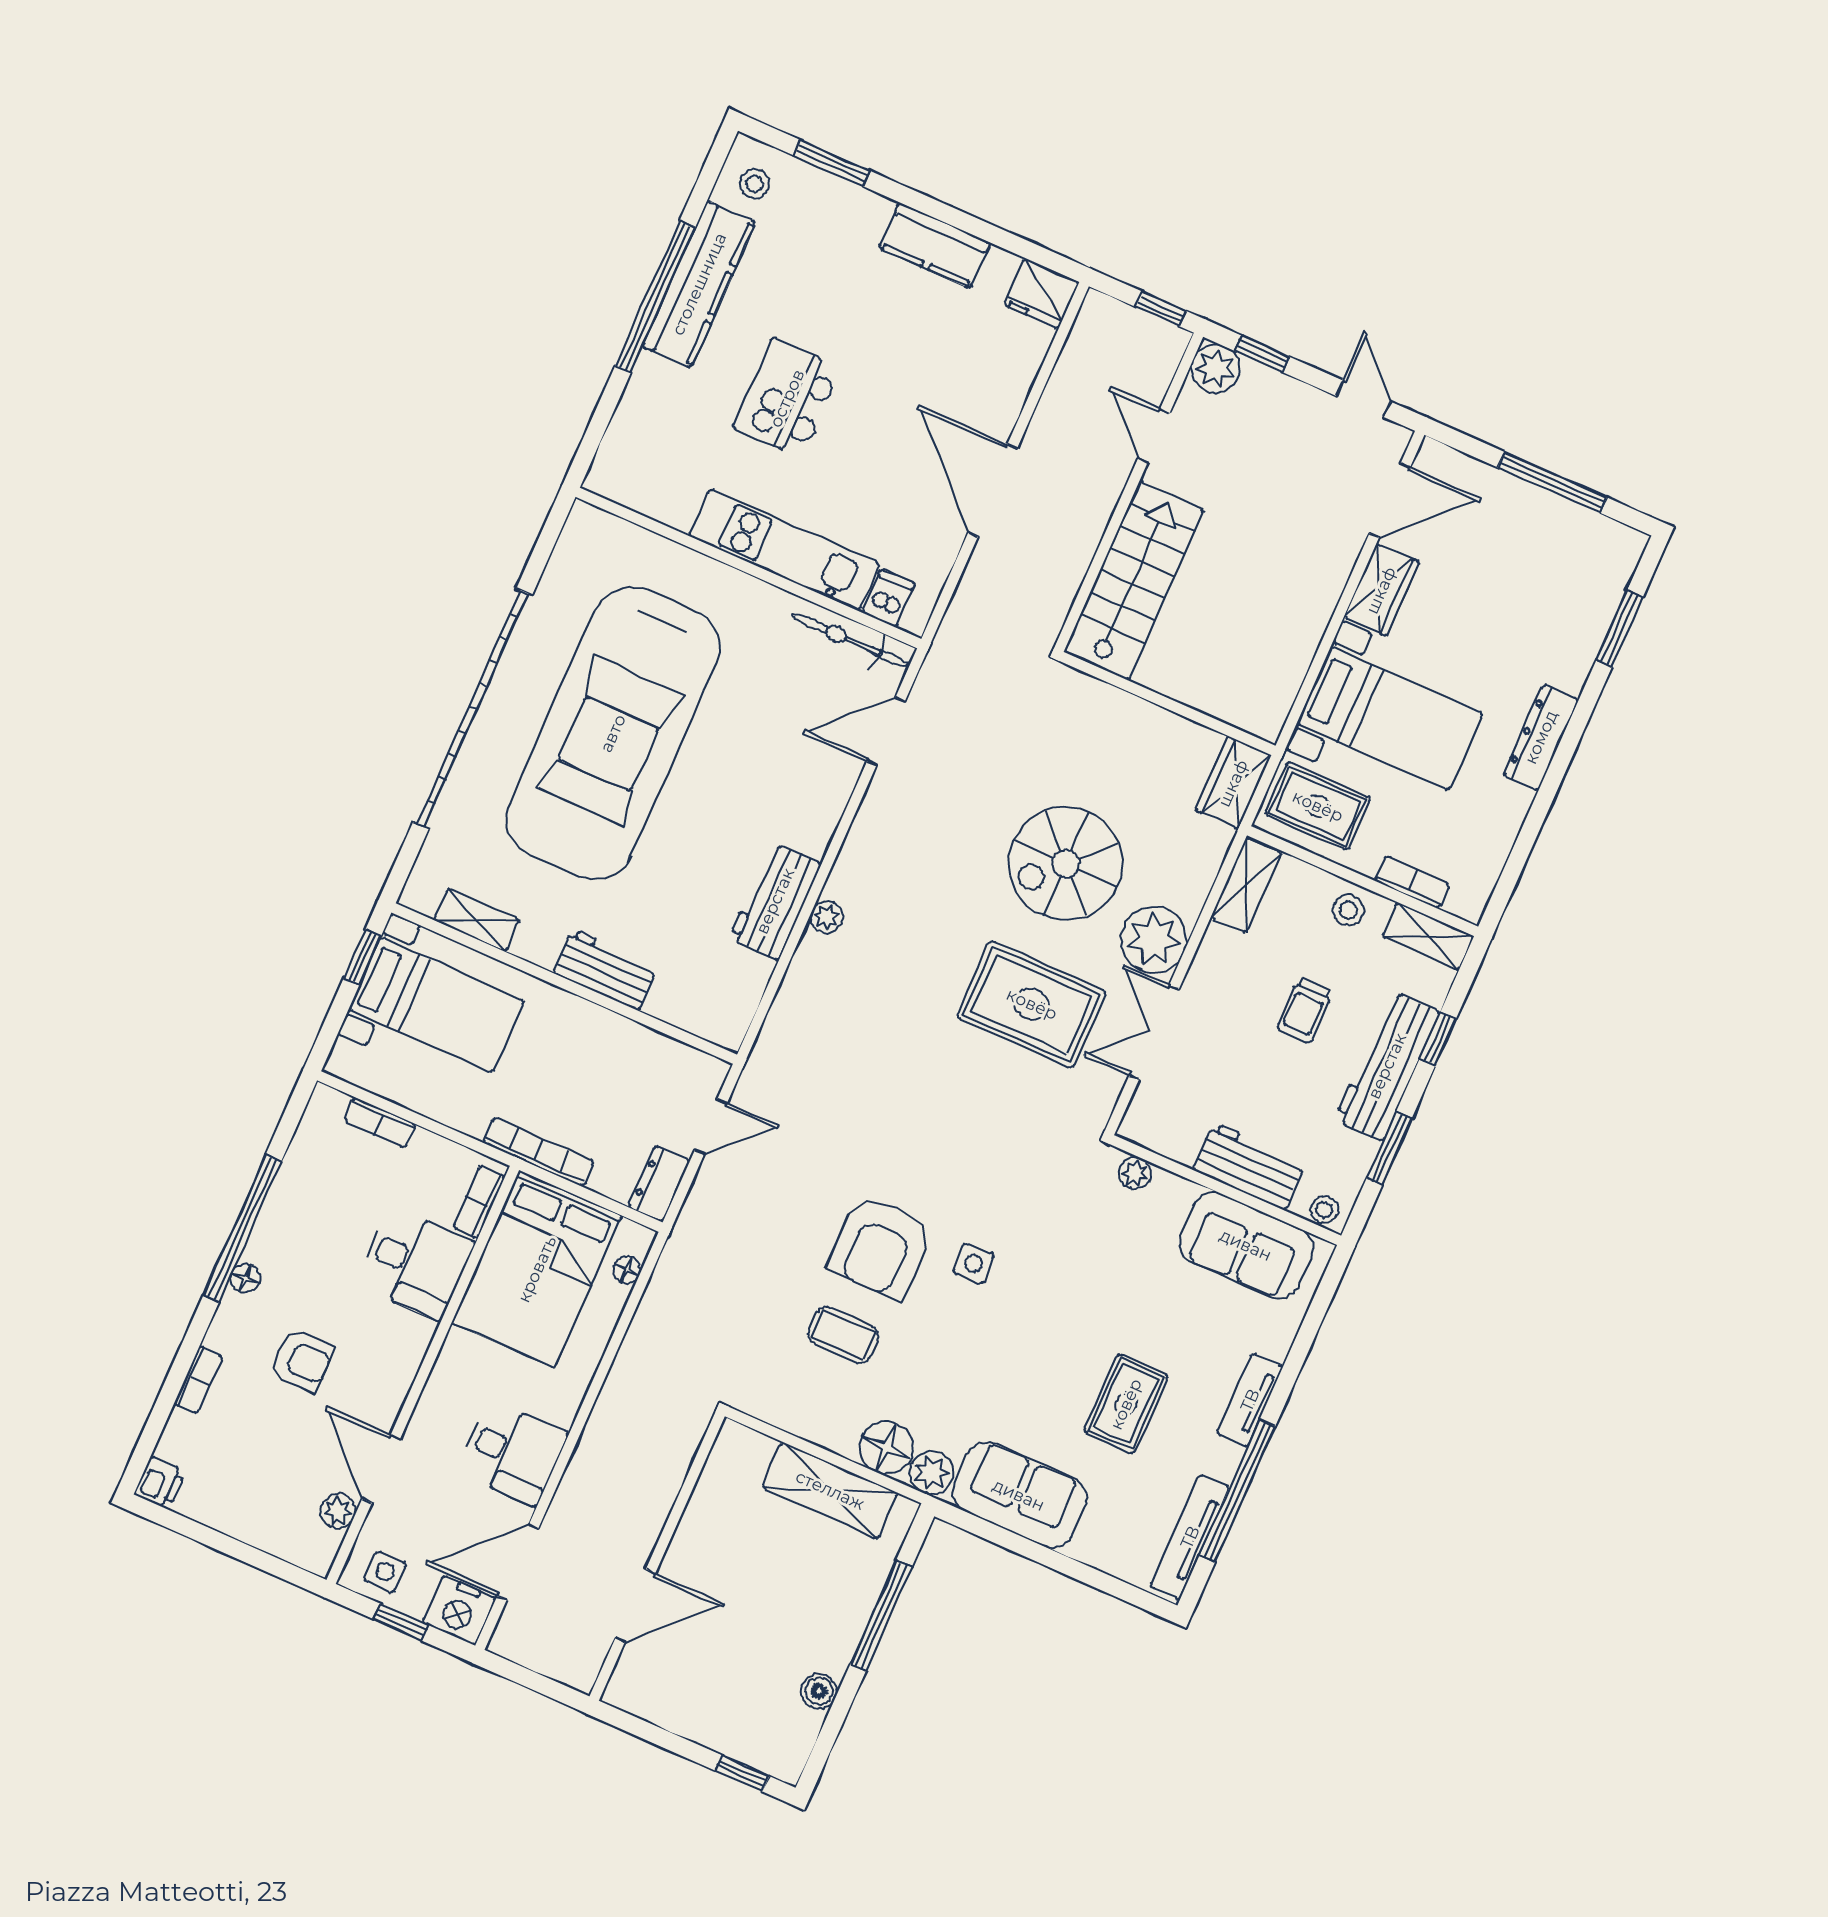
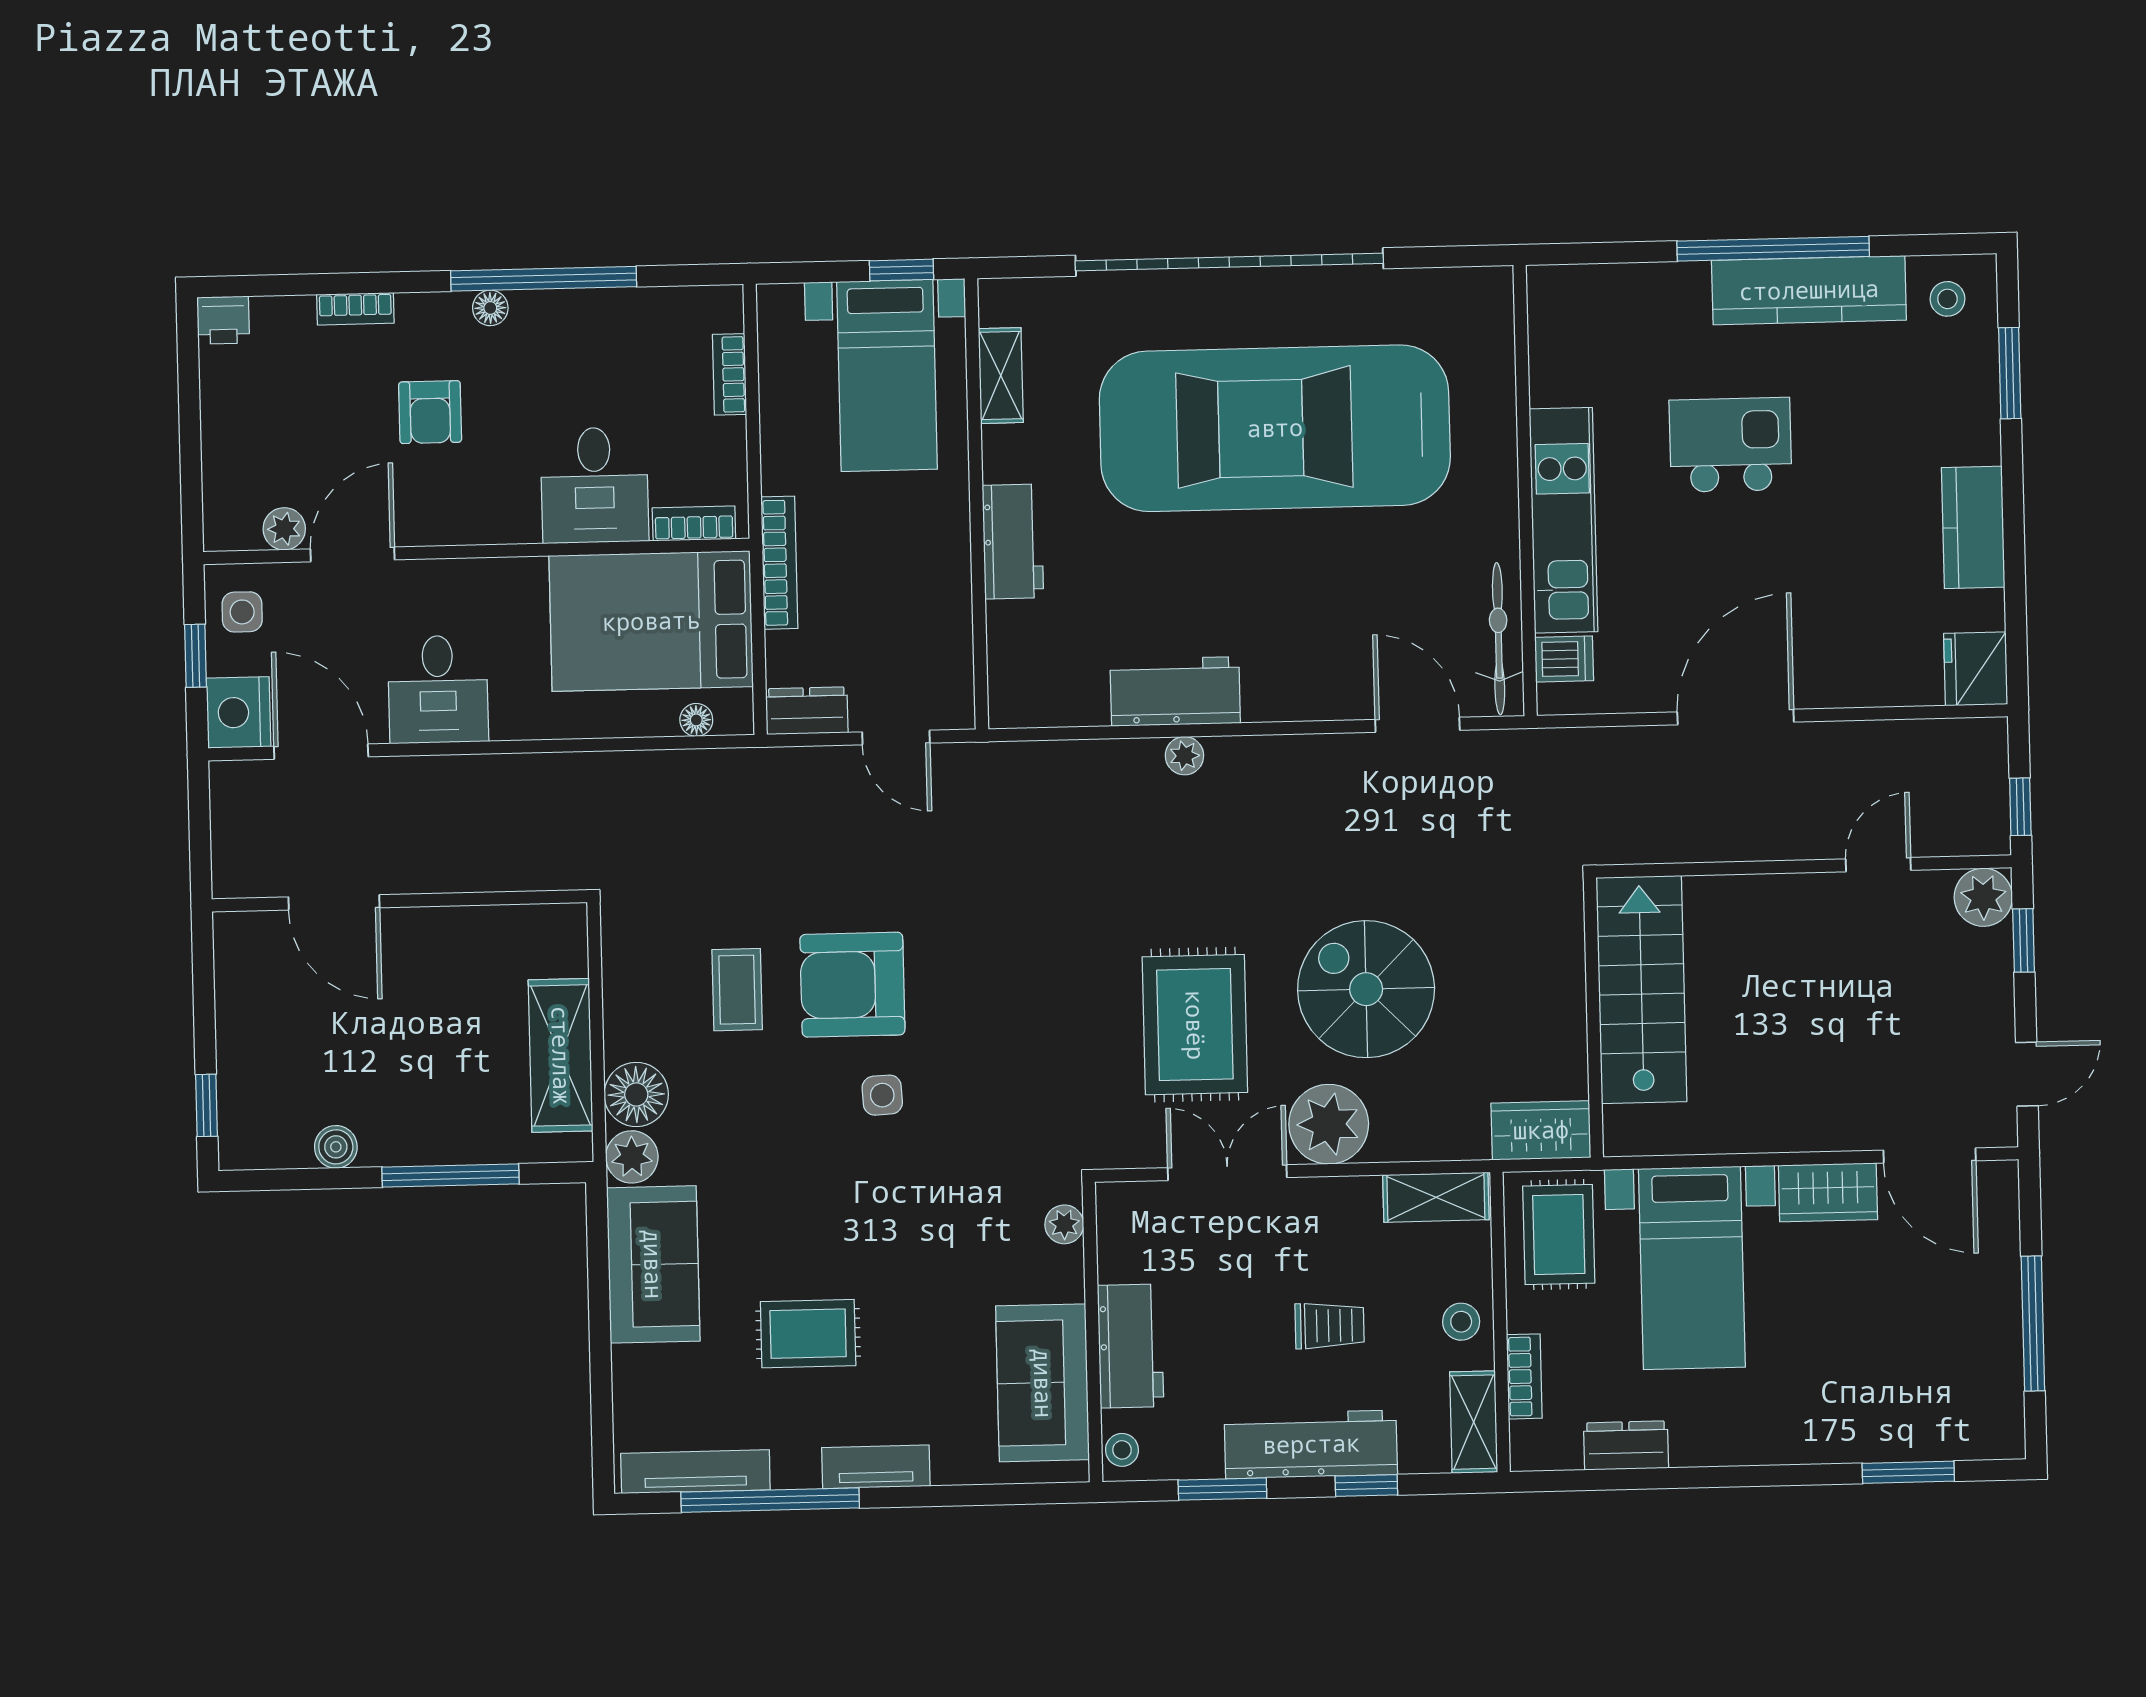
stairs: (1134, 580) -> (1641, 990), moved, turned -90
dresser: (1541, 737) -> (1626, 1445), moved, width x0.70
trolley: (1305, 1010) -> (1330, 1326), turned 180

